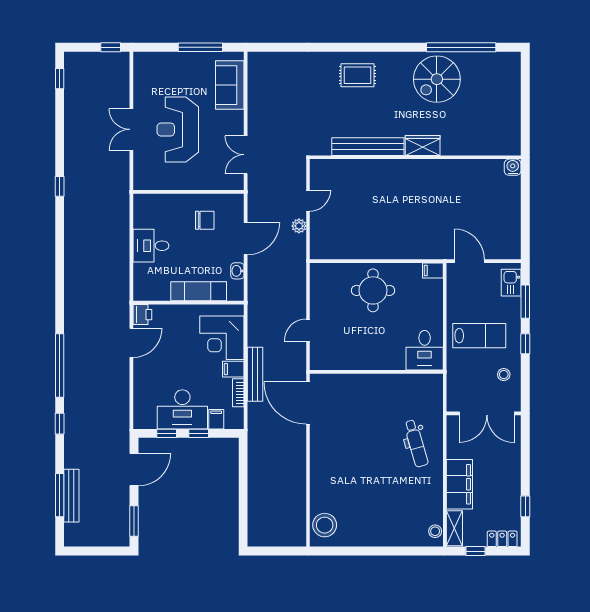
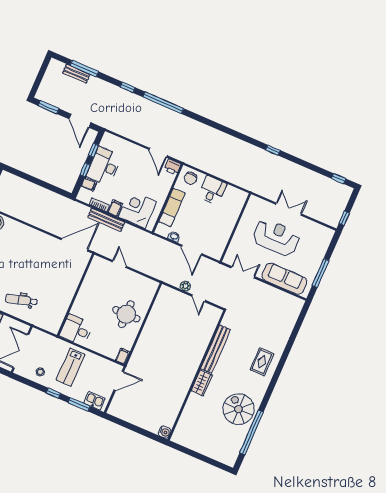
sofa: (230, 85) -> (284, 279), width x1.36
chair: (205, 220) -> (191, 178), moved
bench: (71, 496) -> (76, 74), width x0.73

